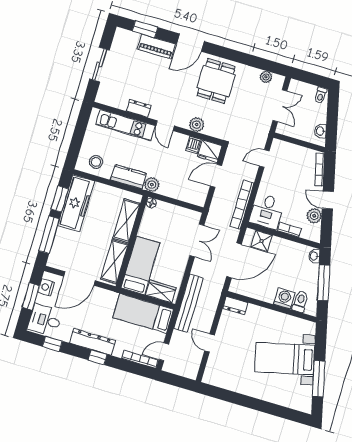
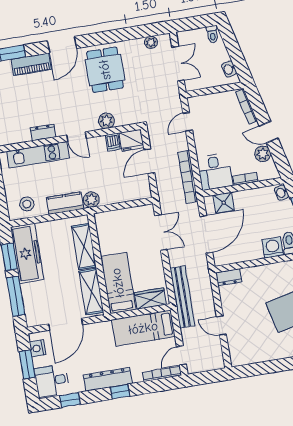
floor lamp: (151, 203) -> (99, 218), removed

